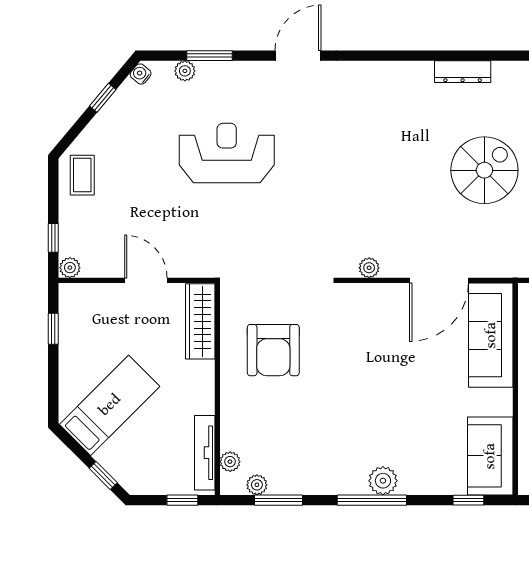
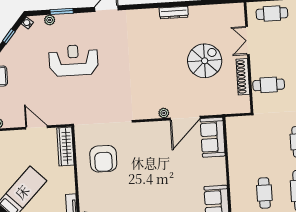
dresser: (463, 72) -> (174, 13), moved
plant: (369, 268) -> (164, 113), moved
sofa: (491, 335) -> (213, 137), width x0.73

